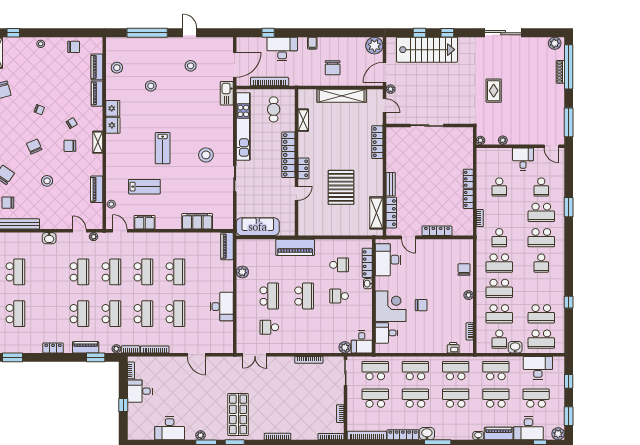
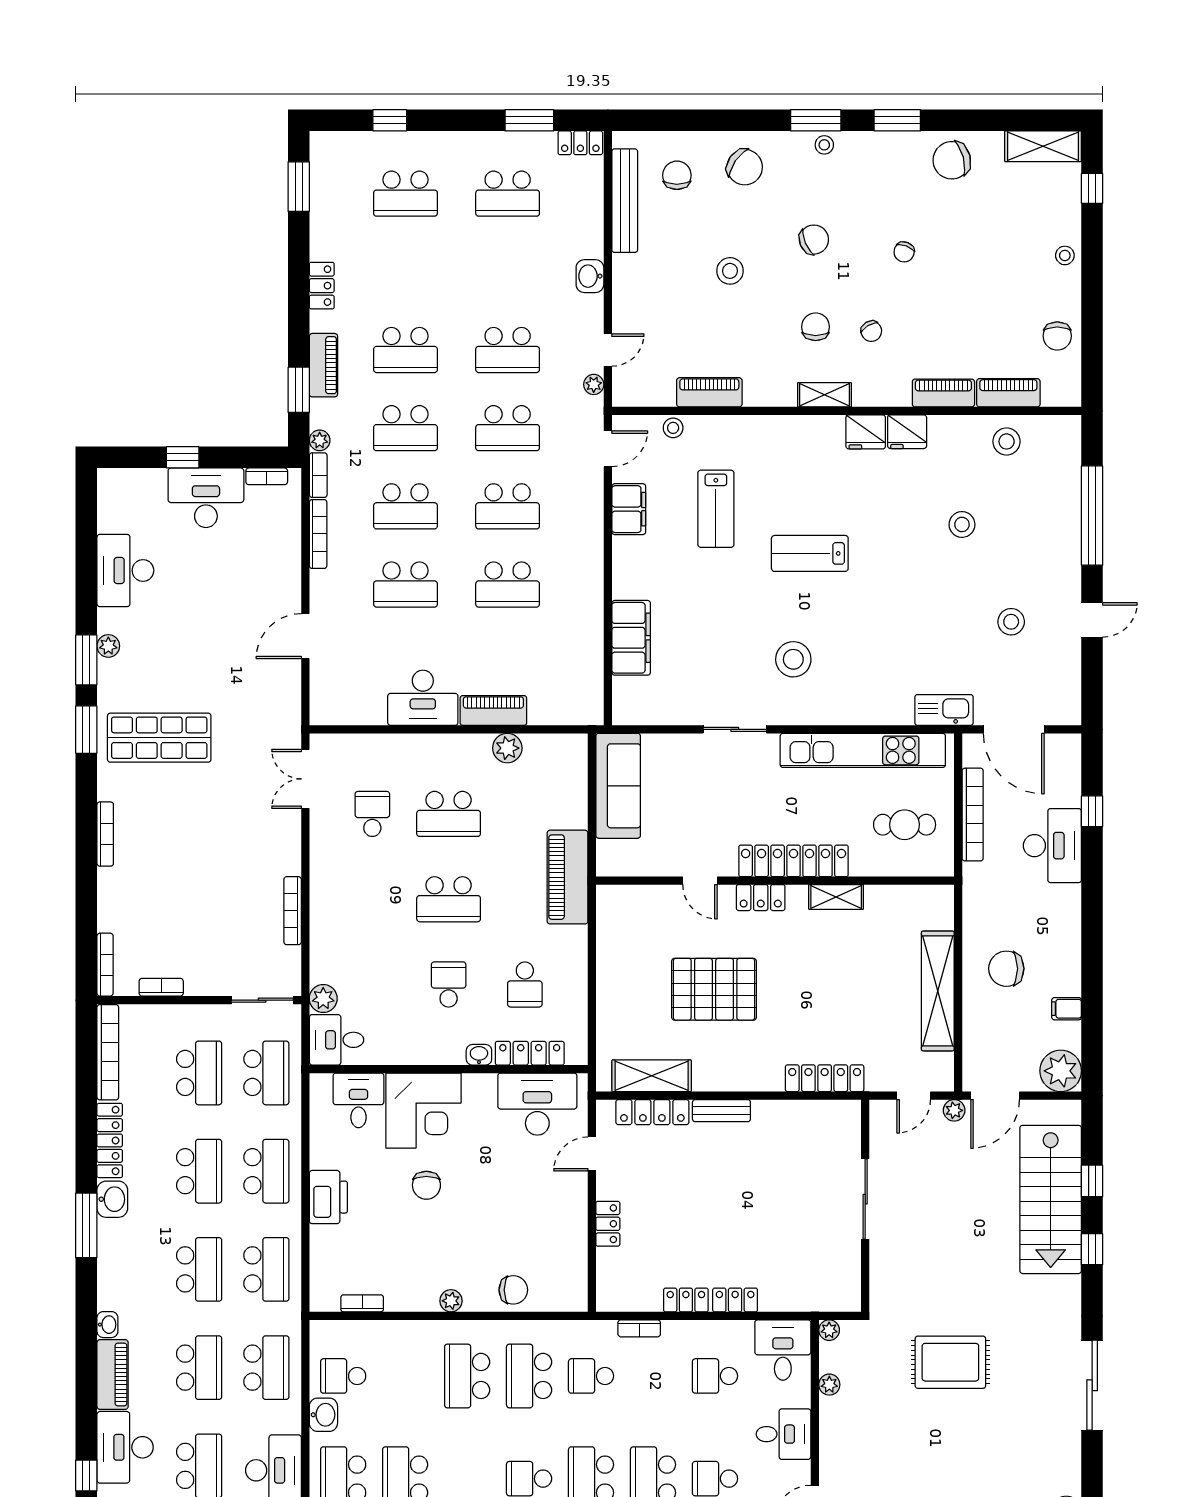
filing cabinet: (312, 43) -> (1067, 1009), moved
door: (385, 72) -> (995, 1096), swing flipped
rug: (494, 91) -> (950, 1362), width x1.36, depth x1.43
shelving: (303, 120) -> (836, 897), moved
desk: (489, 159) -> (783, 1350), added
locker: (437, 231) -> (608, 1224), width x0.66
piano: (227, 246) -> (493, 710), moved
school desk: (499, 314) -> (405, 1376), removed
printer: (453, 348) -> (328, 1197), moved, width x1.87, depth x1.48
desk: (140, 391) -> (206, 498), width x1.37

